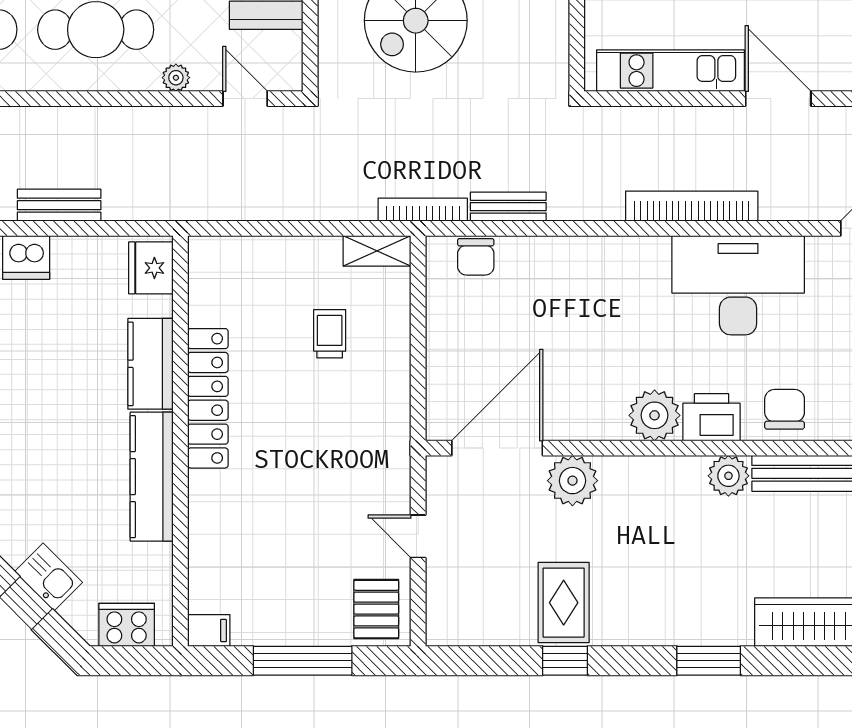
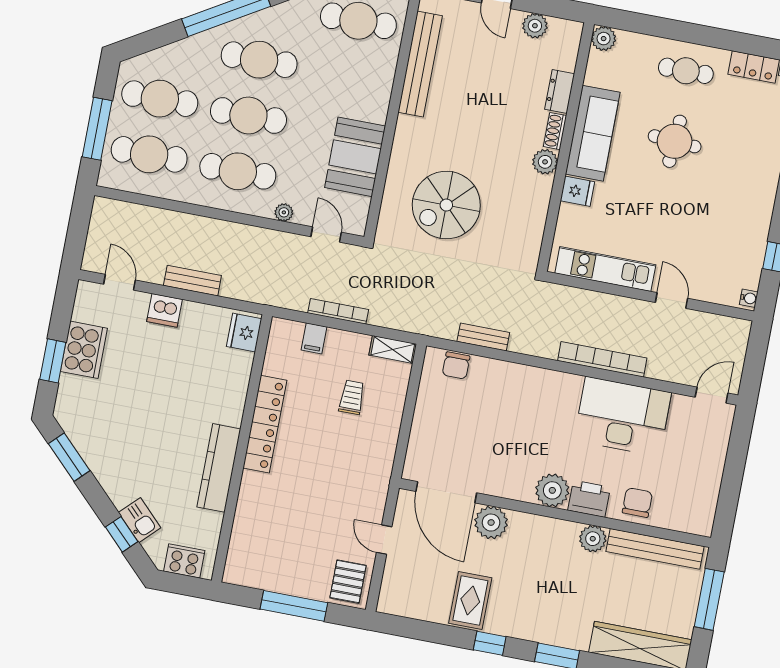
door: (778, 99) -> (672, 300), width x0.73
bookcase: (423, 210) -> (338, 311), moved
kitchen counter: (150, 364) -> (232, 395), removed
door: (497, 448) -> (446, 492), swing flipped
filing cabinet: (209, 630) -> (314, 338), moved, turned 90
window: (565, 661) -> (490, 643), moved

